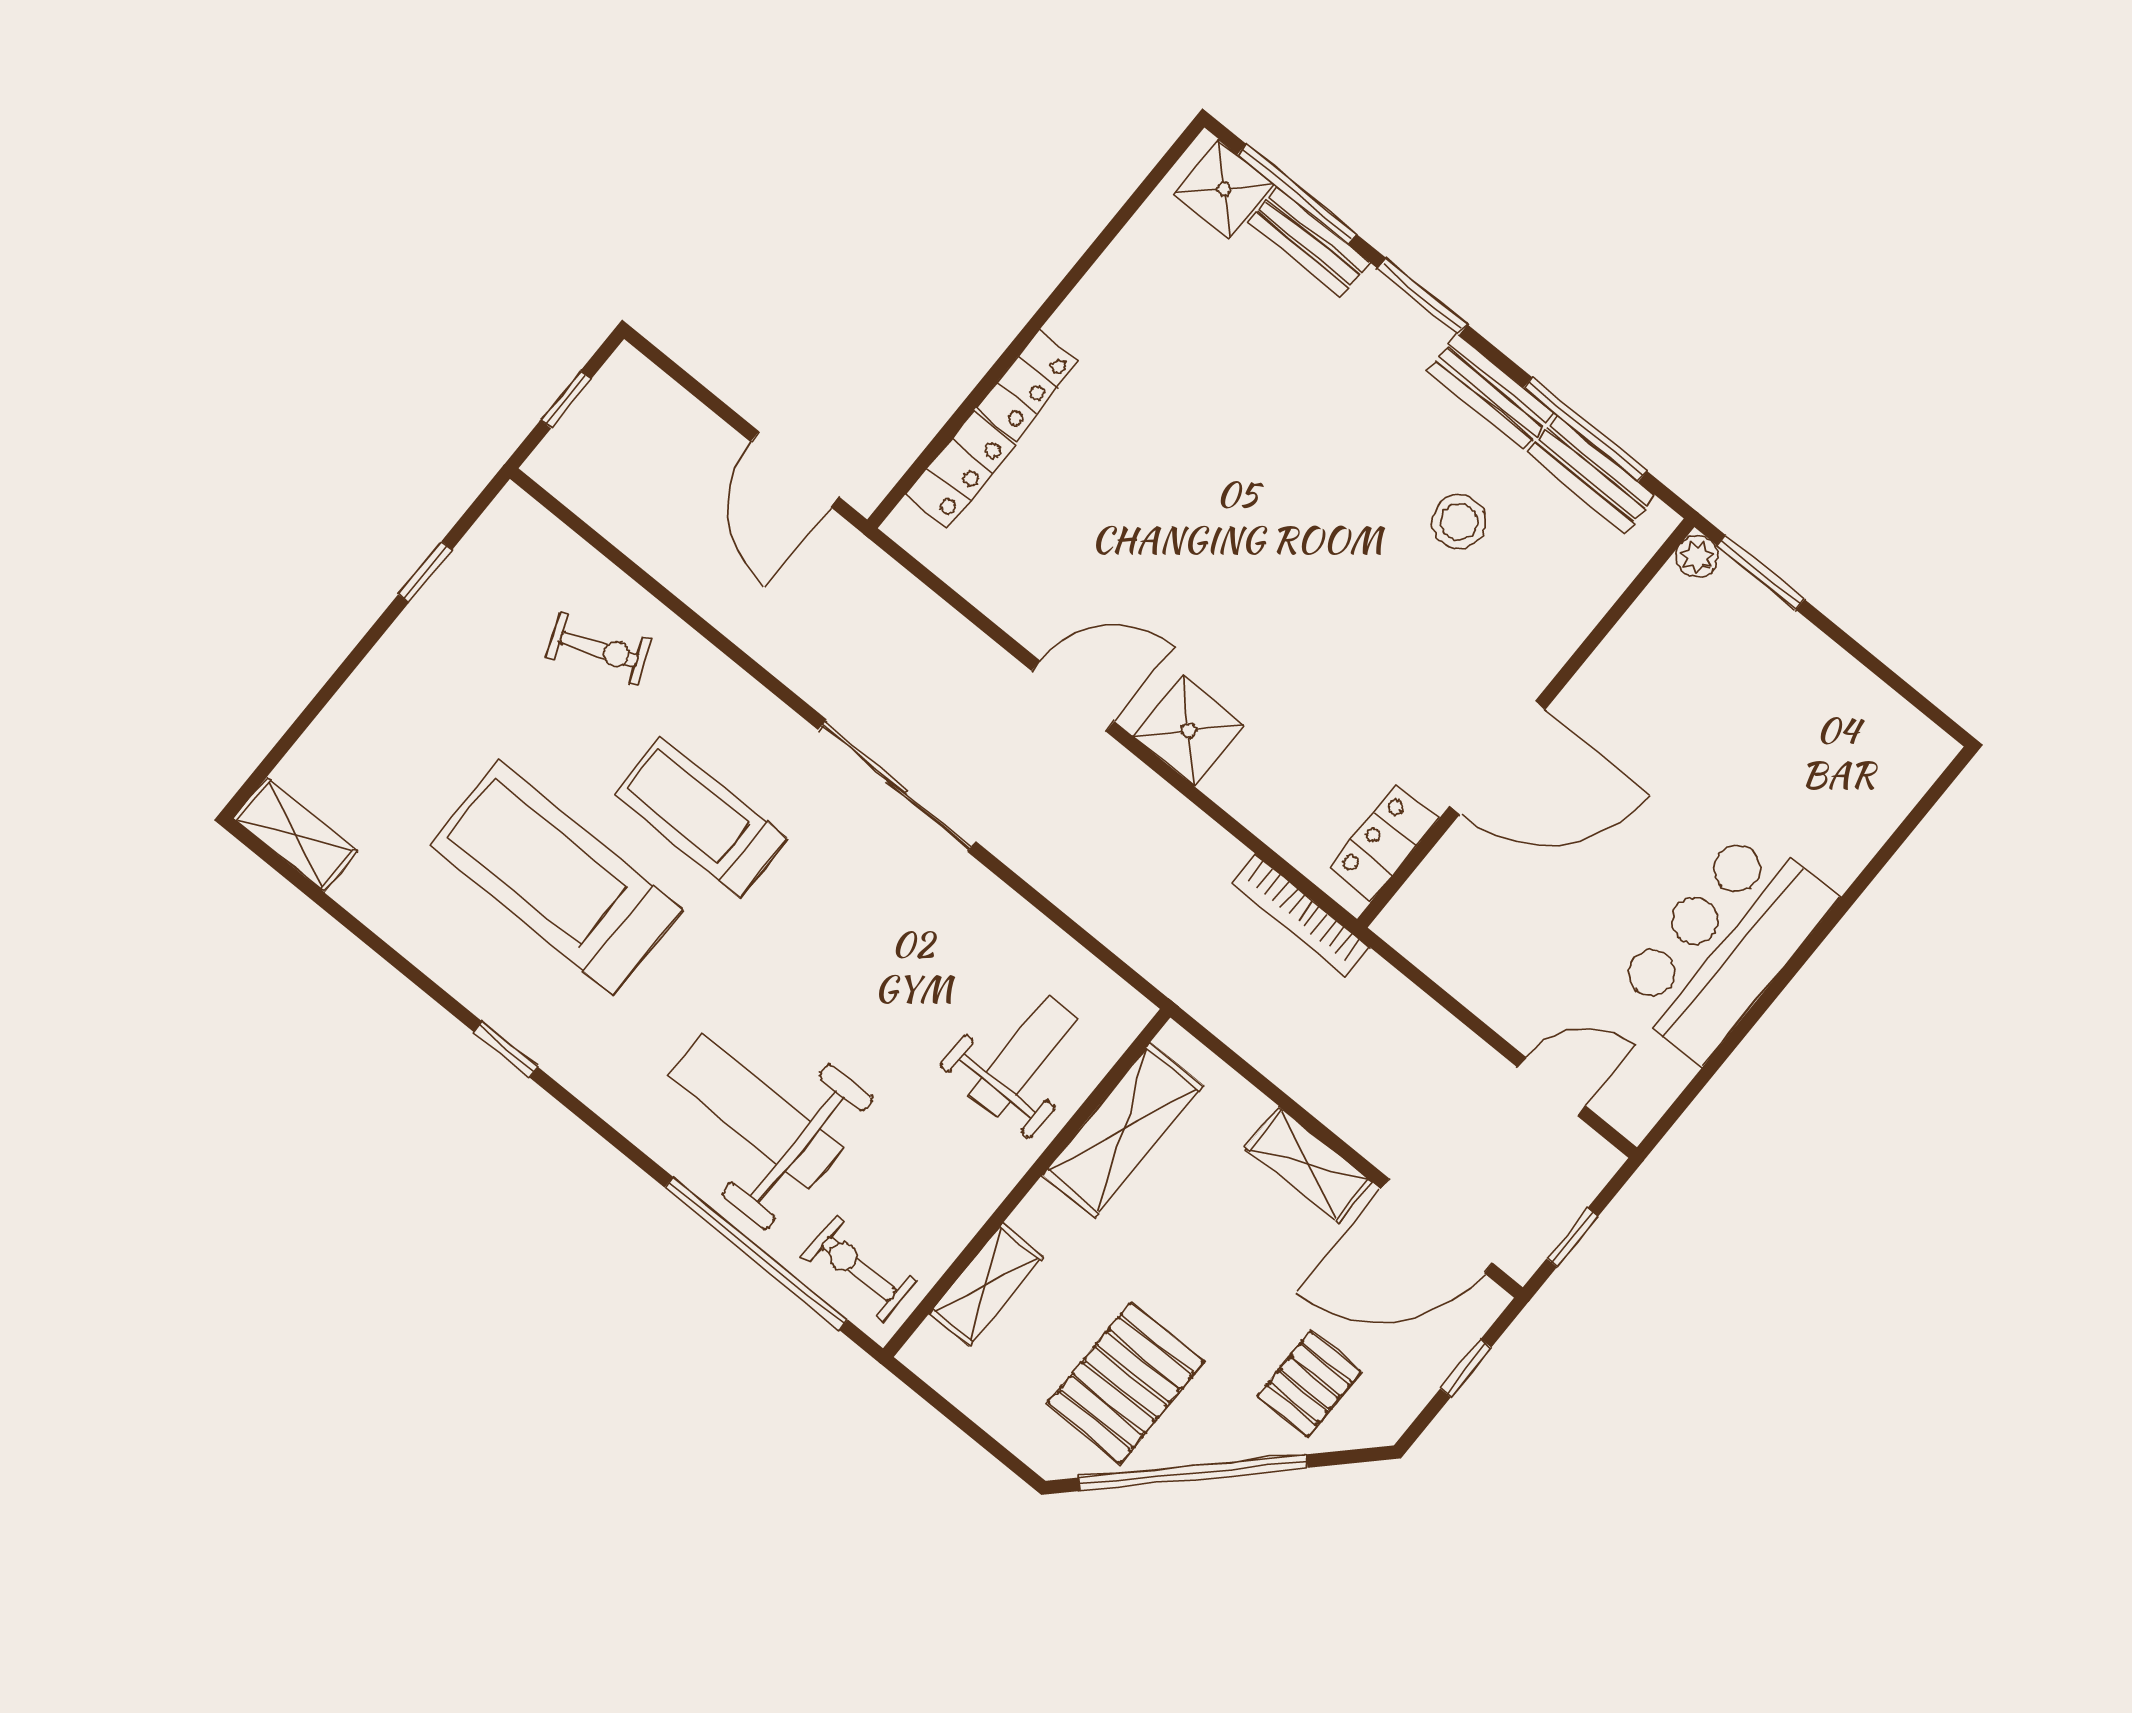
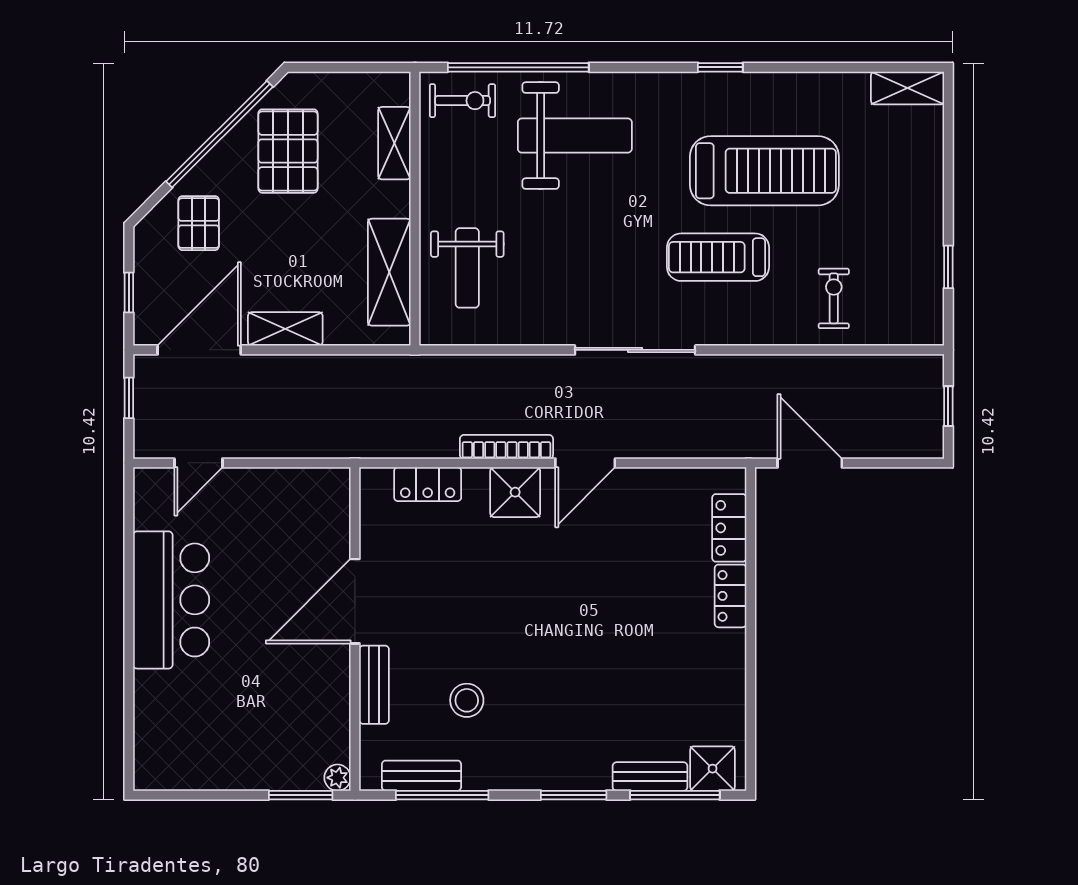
bench: (1490, 391) -> (374, 685), moved, turned 90
exercise bike: (599, 649) -> (834, 298), turned 112
treadmill: (700, 817) -> (718, 257), turned 180
locker: (1384, 843) -> (428, 484), moved, turned 90
bookcase: (1301, 915) -> (506, 447), moved

